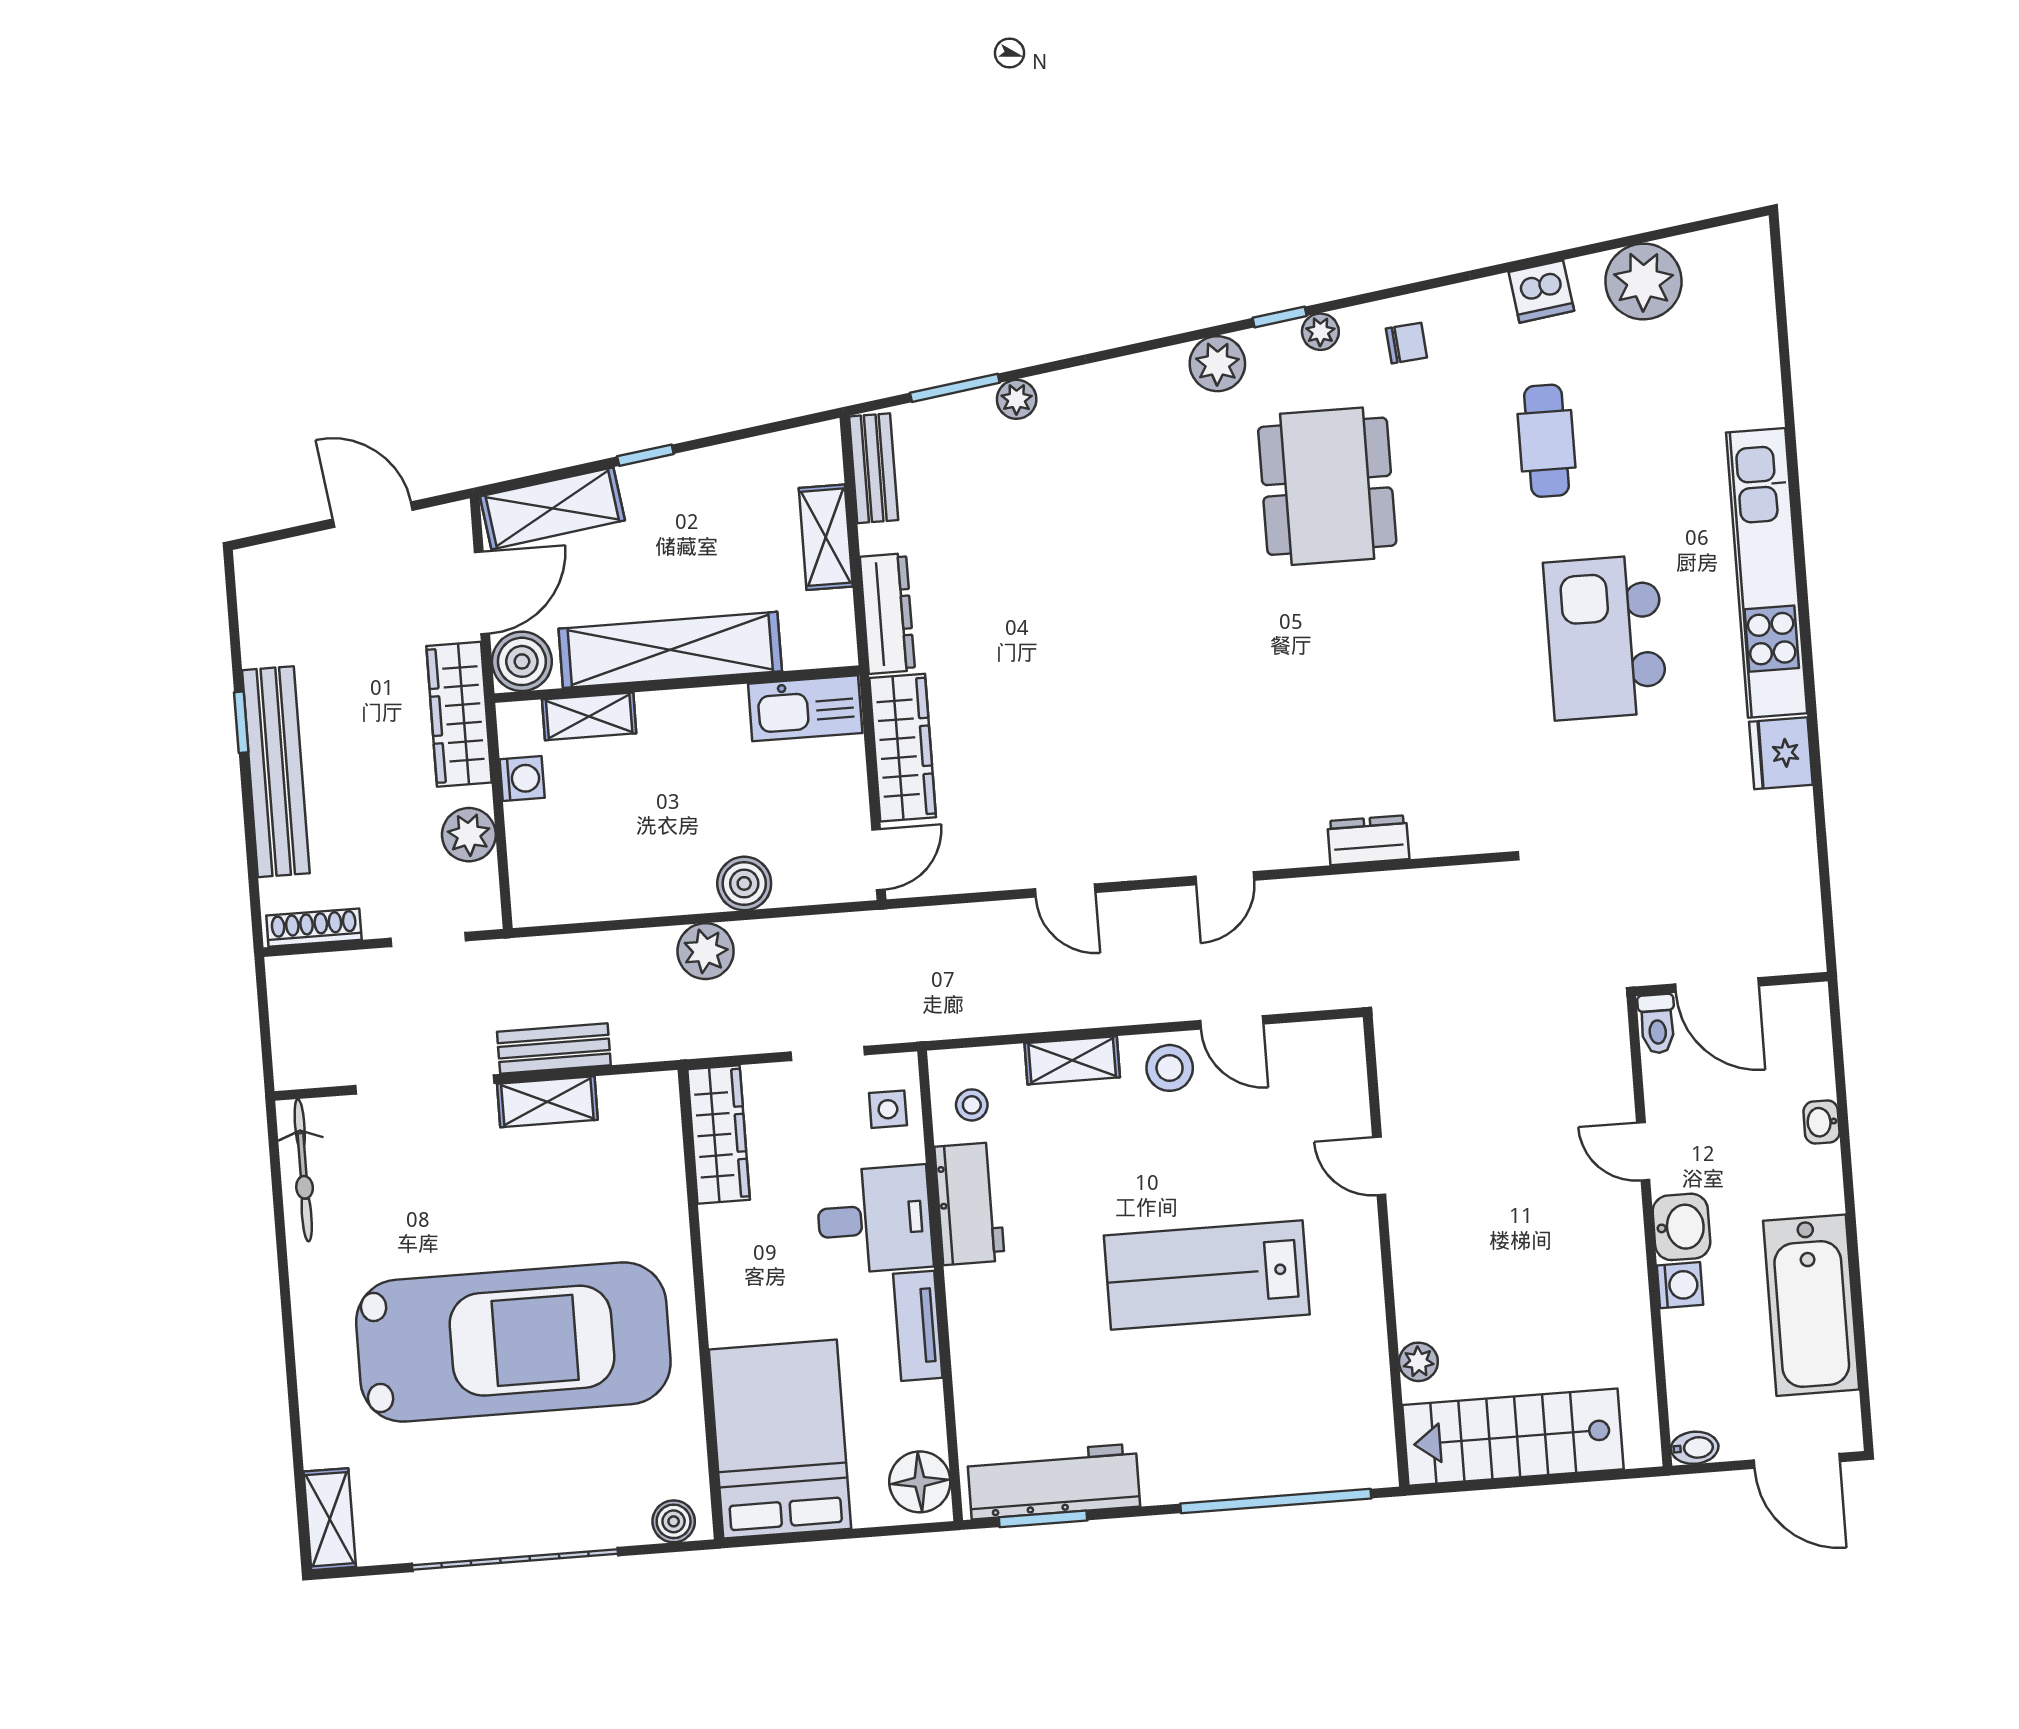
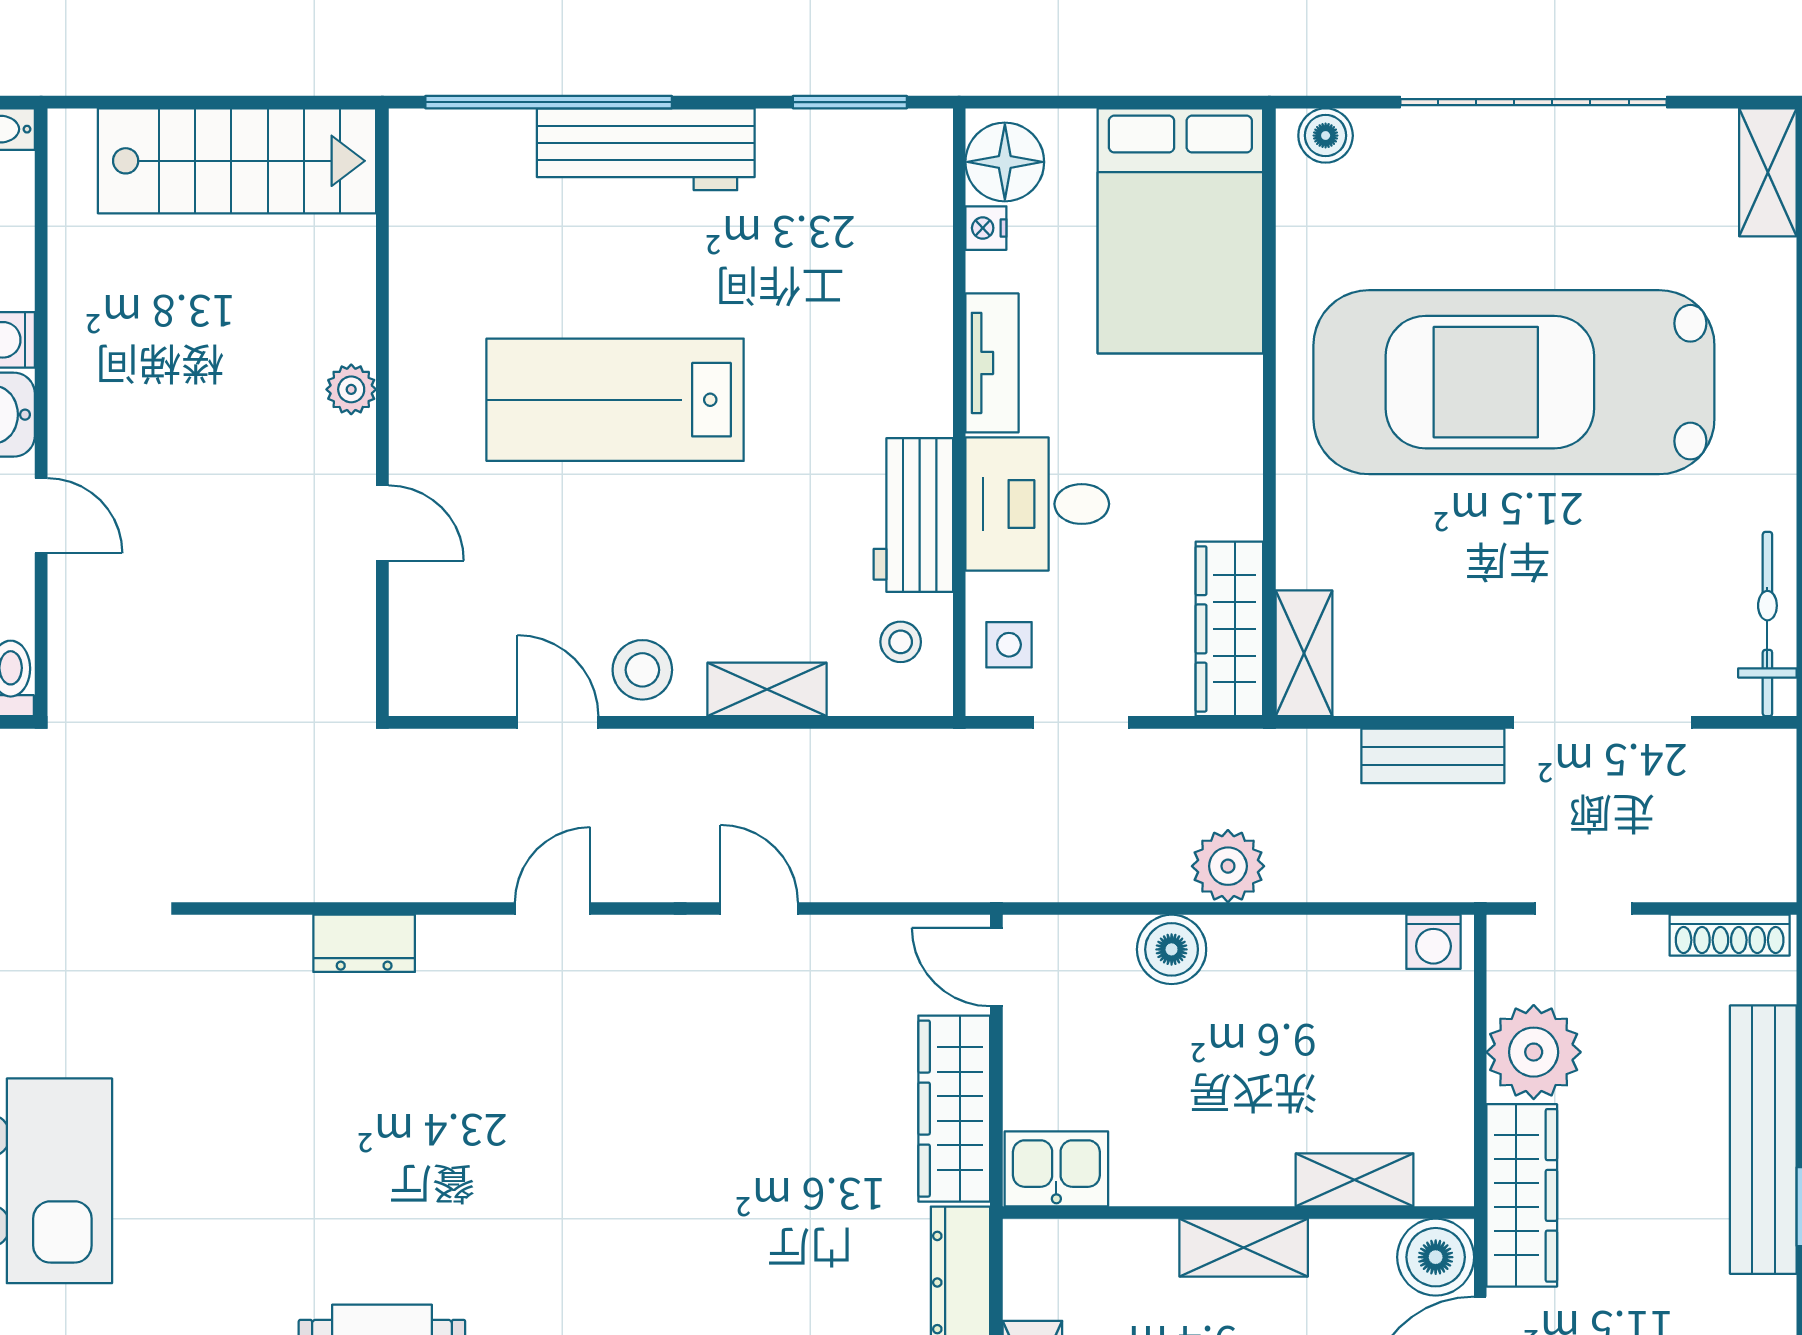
shelving: (670, 650) -> (1244, 1248), width x0.45, depth x0.75
kitchen sink: (805, 708) -> (1056, 1169), width x0.73
washing machine: (522, 779) -> (1433, 942), moved, turned -90
plant: (469, 835) -> (1534, 1052), width x1.36, depth x1.36
door: (878, 859) -> (996, 967), hinge flipped
shelving: (547, 1102) -> (1304, 653), moved, turned 90
lab bench: (1207, 1275) -> (615, 400), turned 180
plant: (1418, 1362) -> (351, 389), moved
nightstand: (930, 1430) -> (986, 228), added
workbench: (1054, 1481) -> (646, 149), moved

